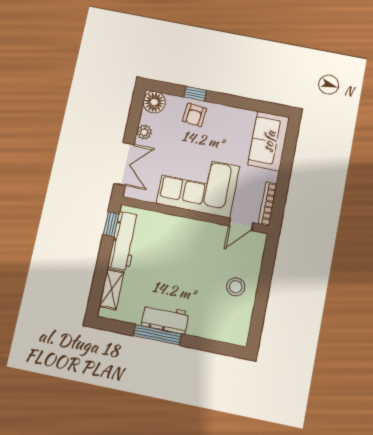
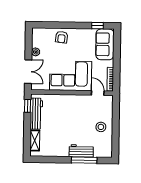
window: (195, 94) -> (98, 26), moved
floor lamp: (154, 102) -> (38, 34), removed
door: (241, 224) -> (98, 93), swing flipped
workbench: (165, 319) -> (81, 151), moved
window: (157, 335) -> (84, 160), moved

